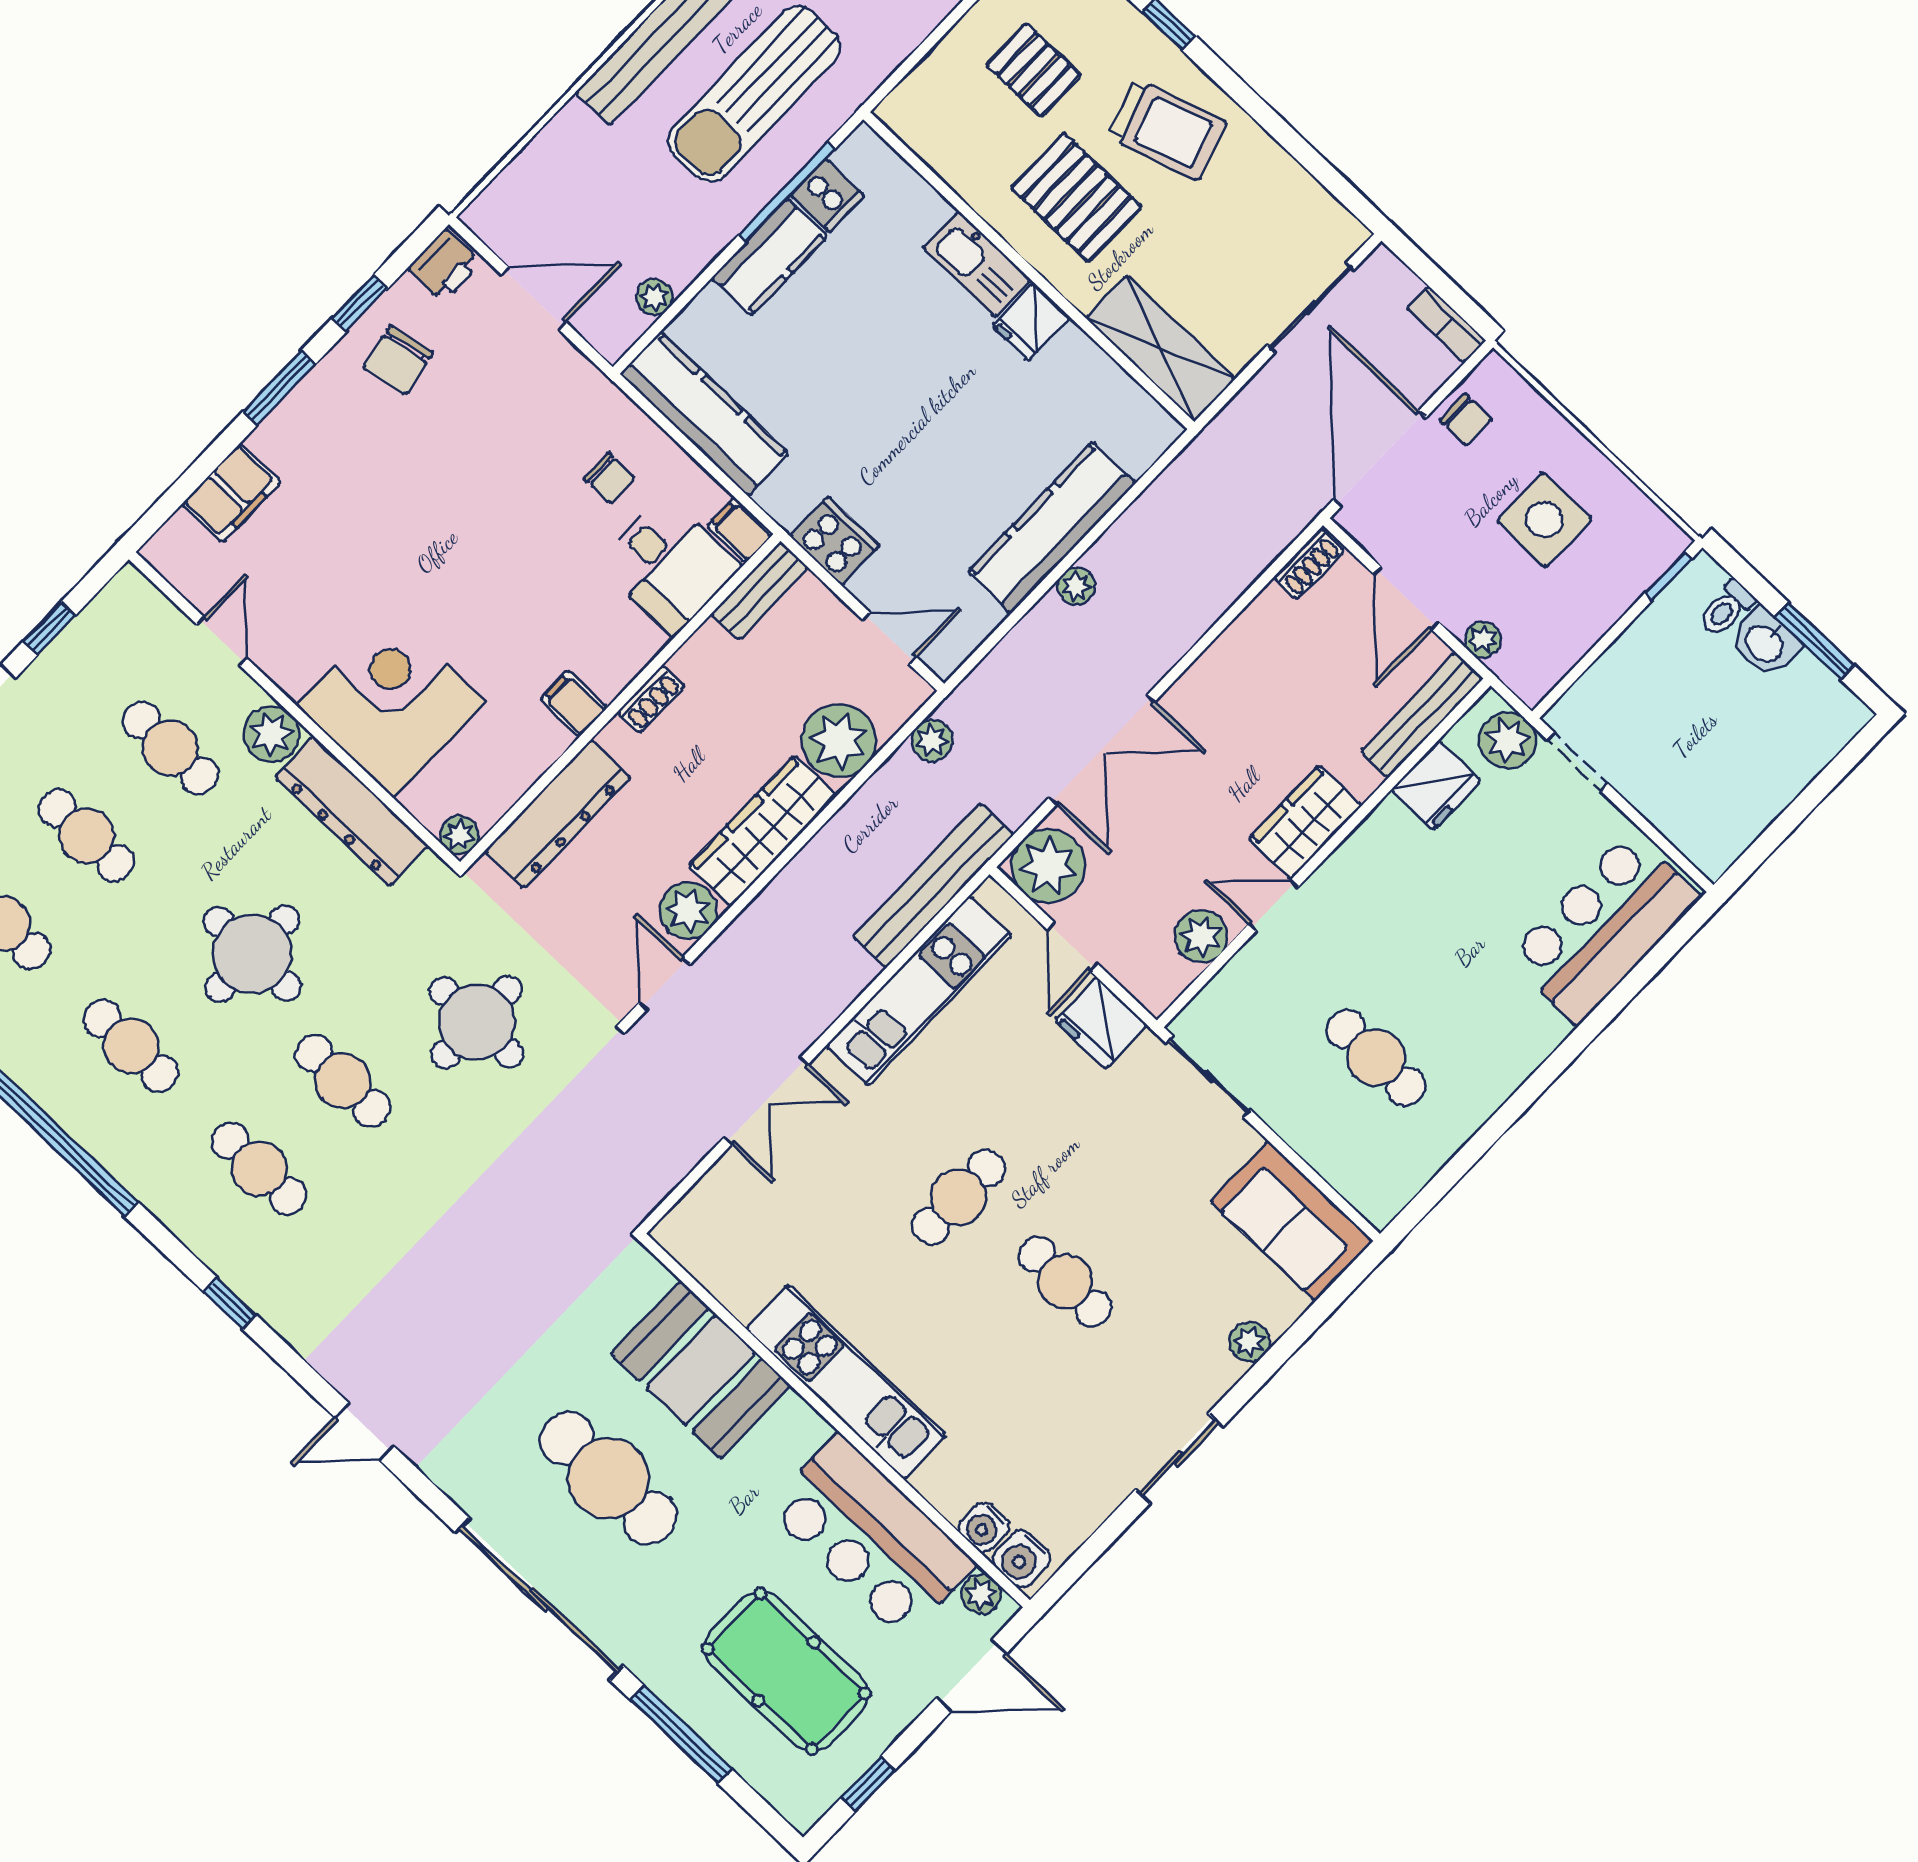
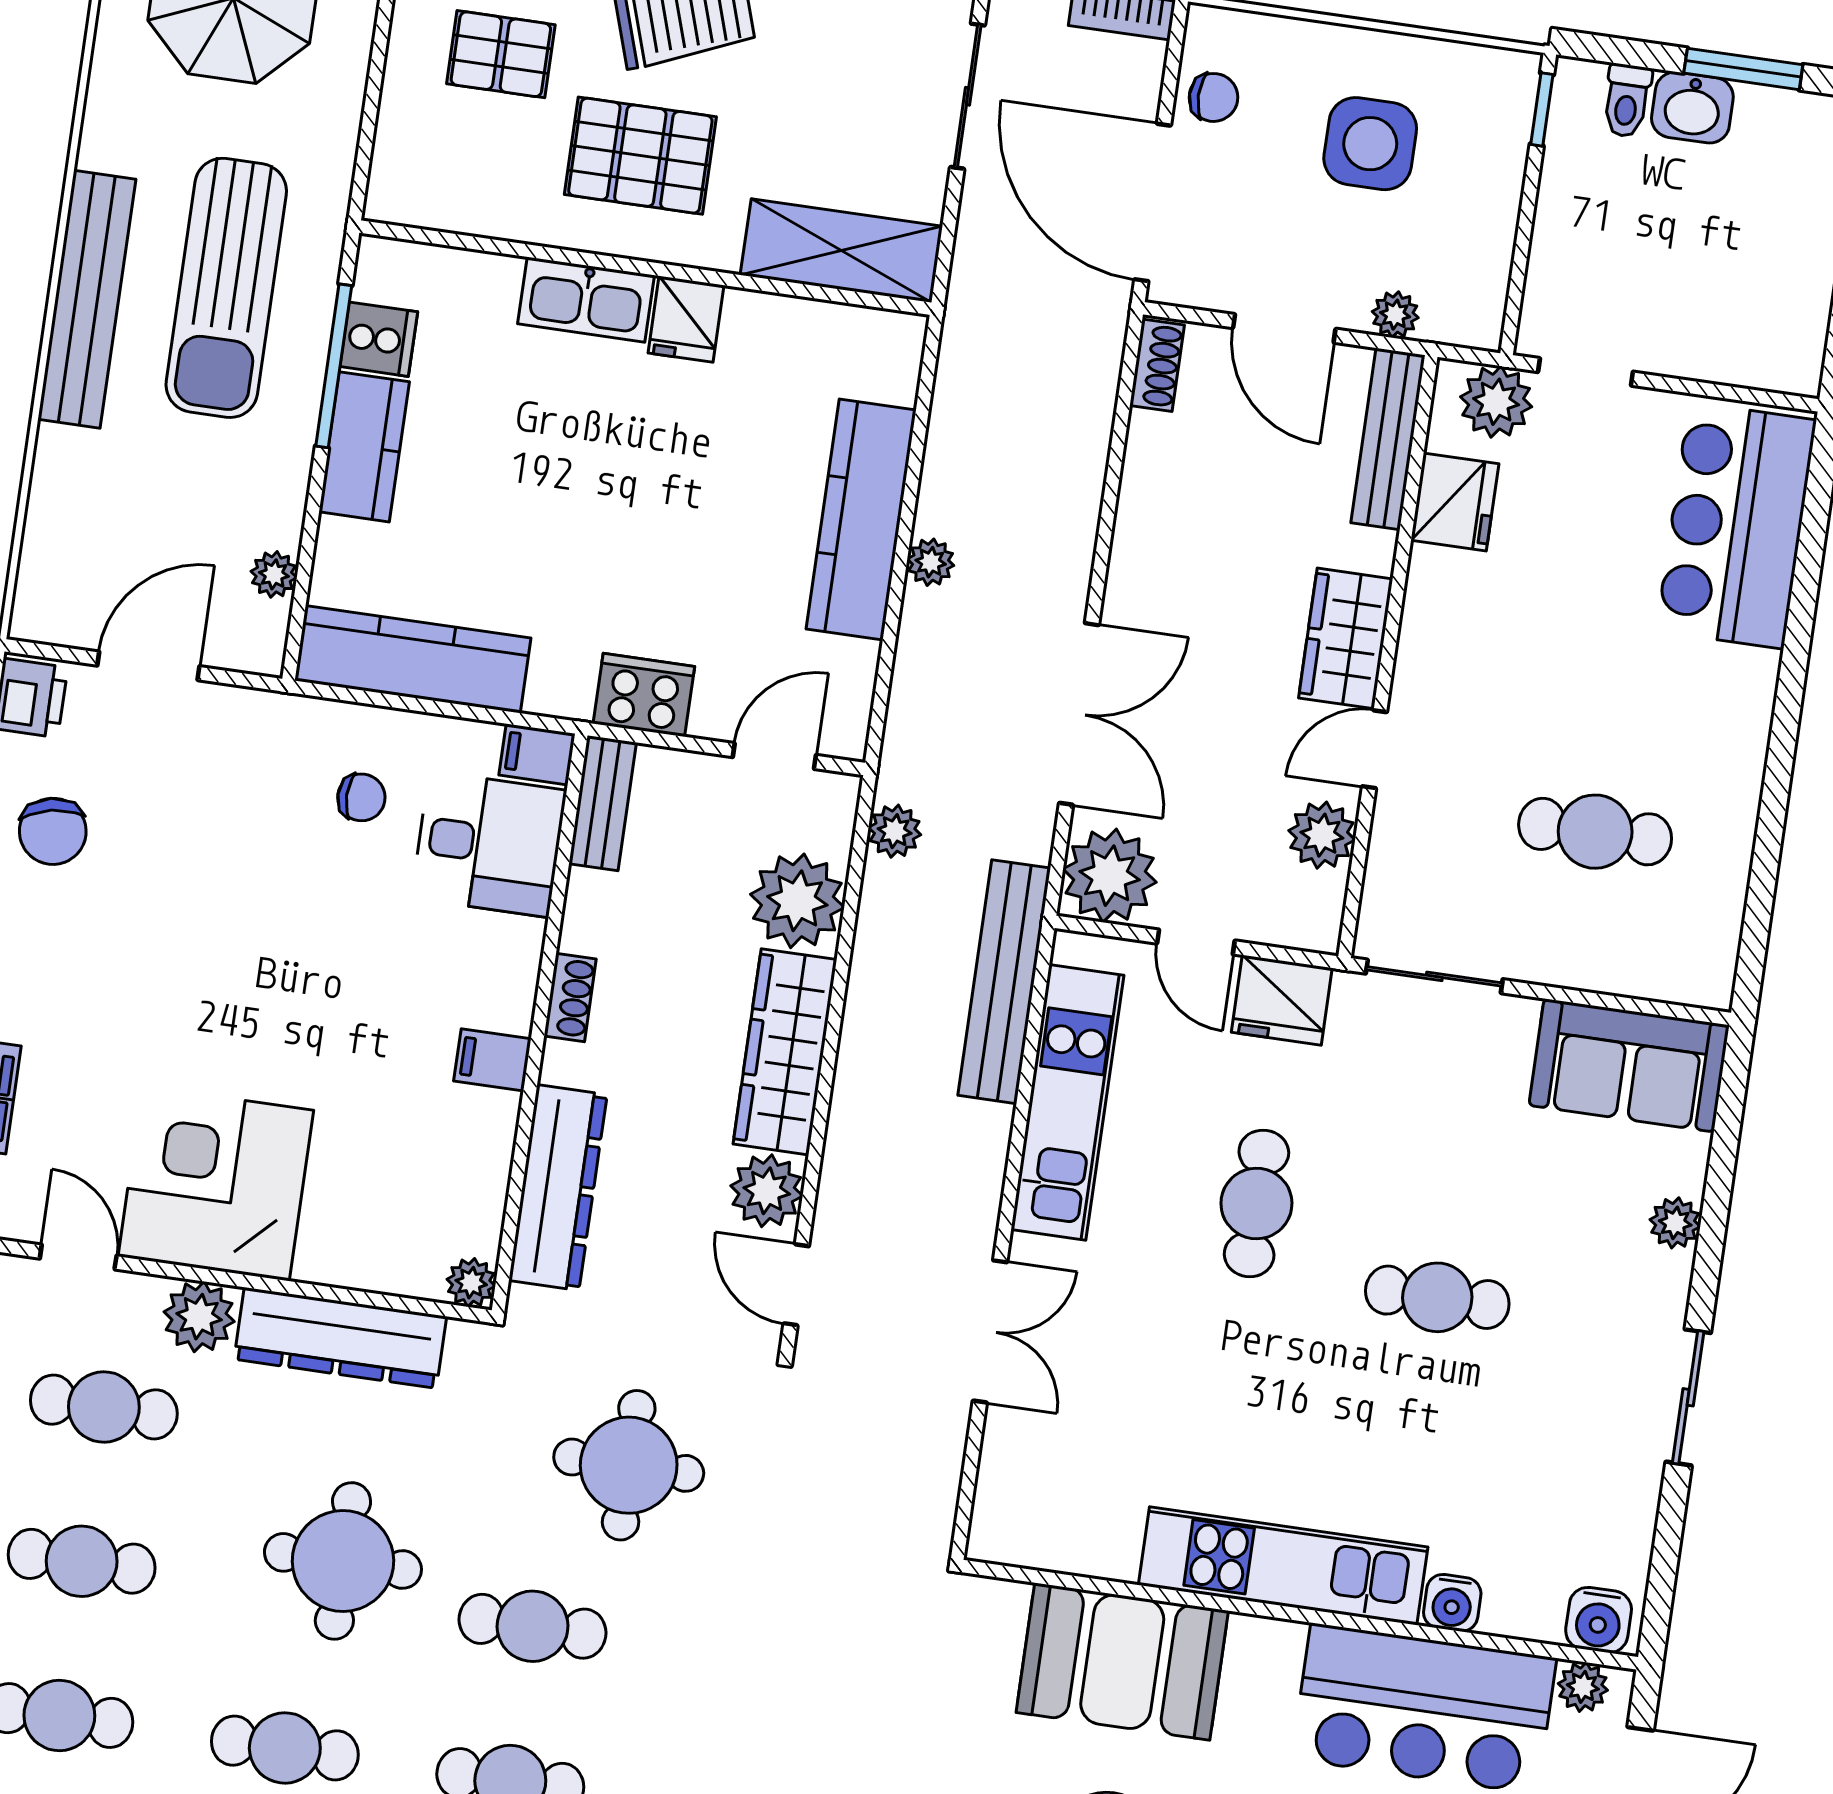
corner desk: (391, 703) -> (216, 1183), moved
cafe table: (958, 1197) -> (1256, 1203), moved
water cooler: (984, 1527) -> (1452, 1603), moved

